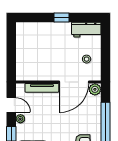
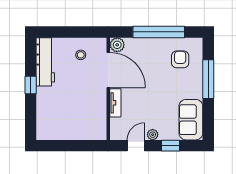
workbench: (86, 30) -> (45, 62), width x1.38
tv unit: (42, 88) -> (115, 103), width x0.71

